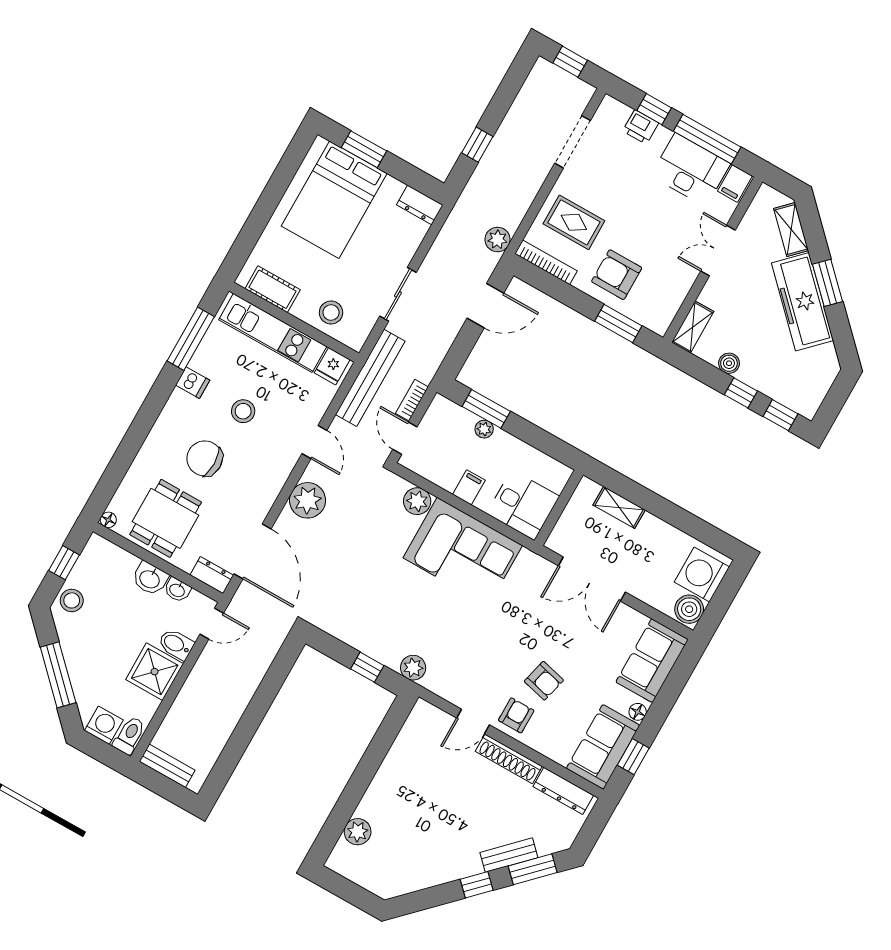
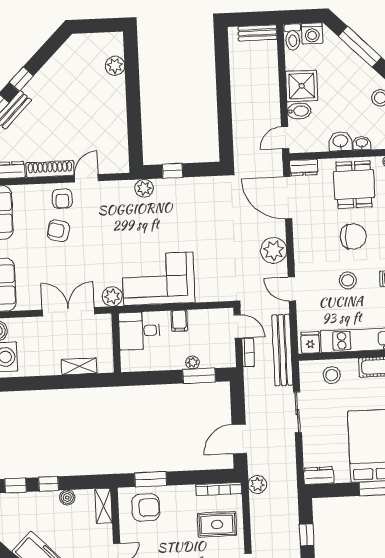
armchair: (617, 275) -> (146, 508), moved
plant: (417, 501) -> (112, 296), moved
washbasin: (177, 590) -> (362, 143), moved

